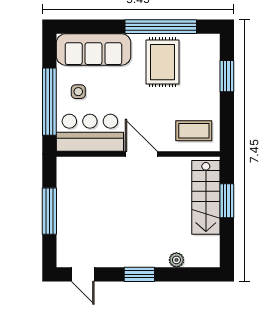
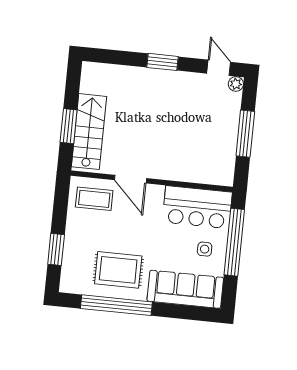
rug: (163, 62) -> (118, 270), turned 90
door: (141, 154) -> (130, 179), moved
plant: (176, 260) -> (236, 84), moved

